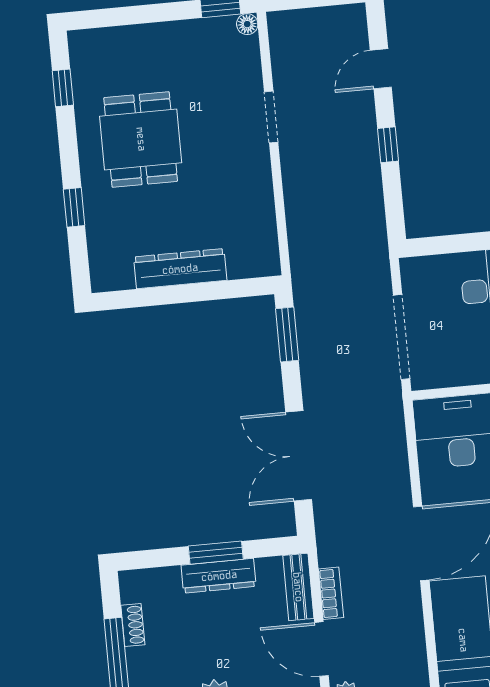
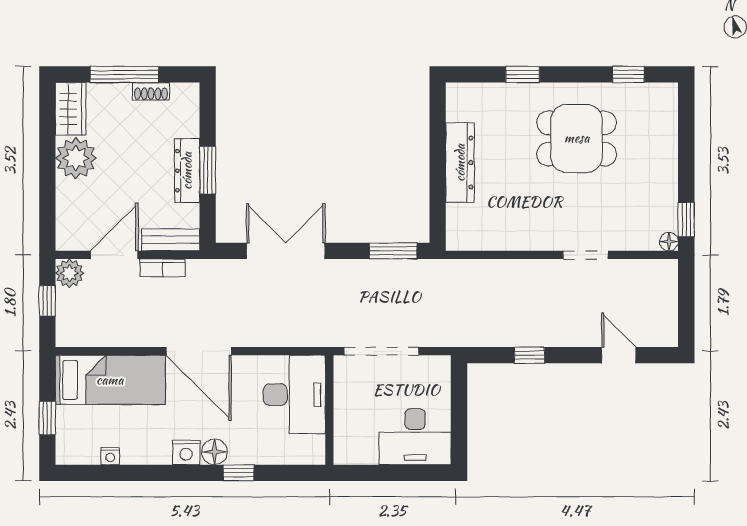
window: (388, 145) -> (529, 355), moved

